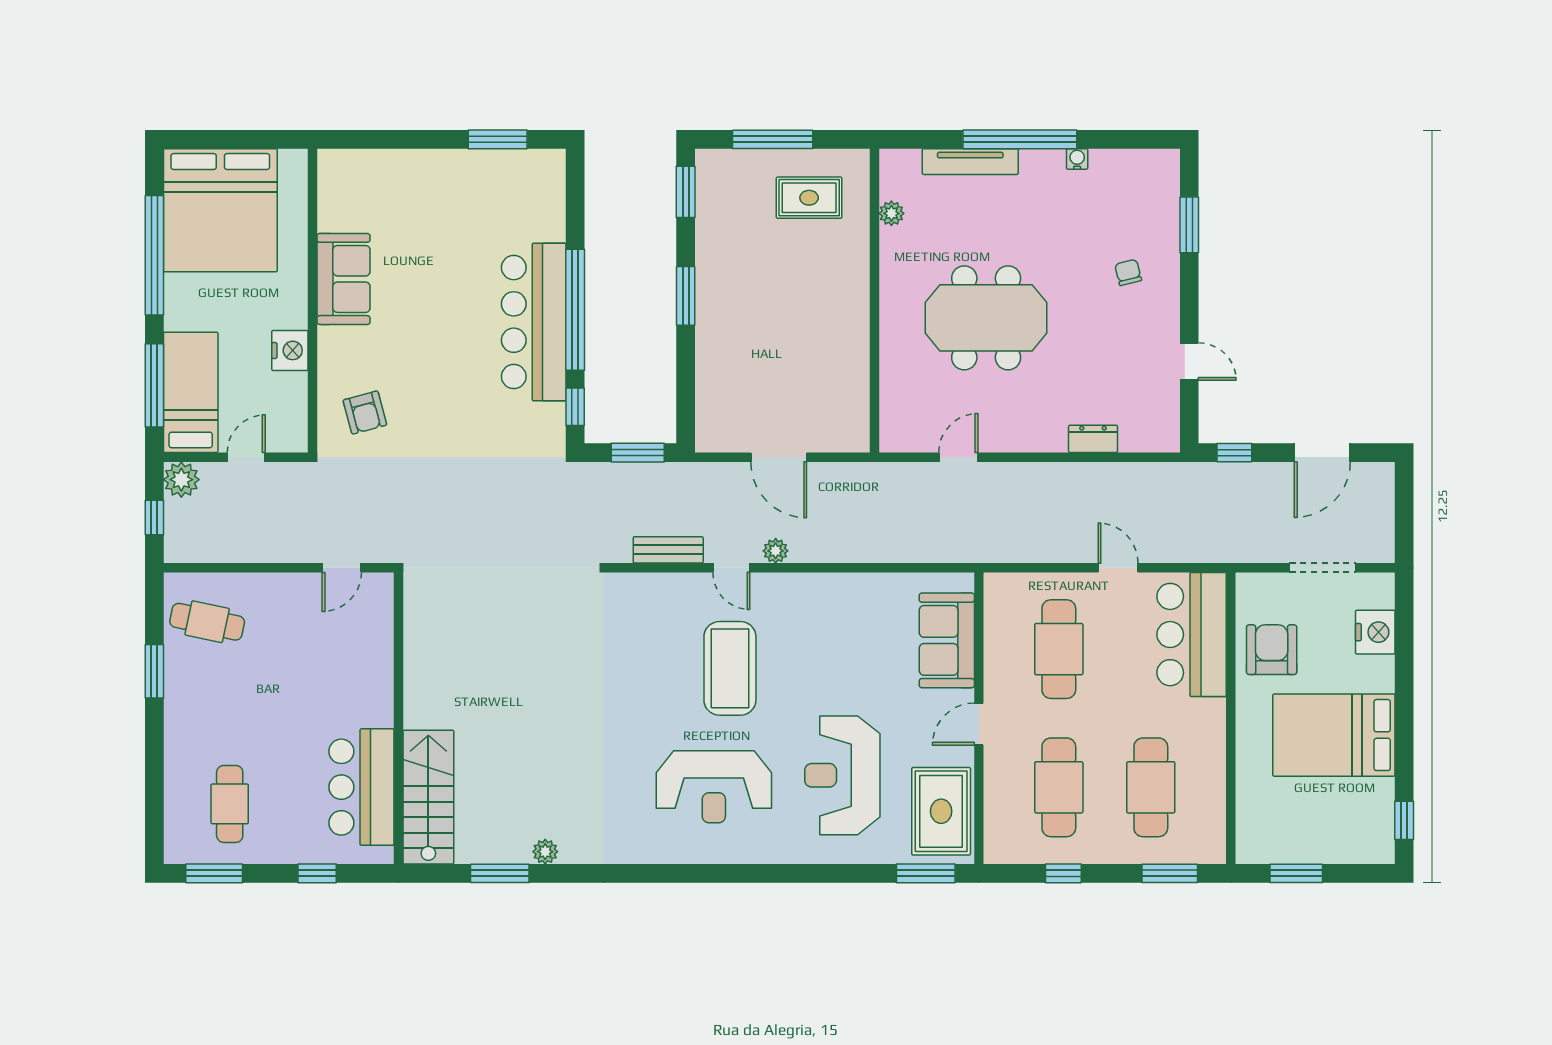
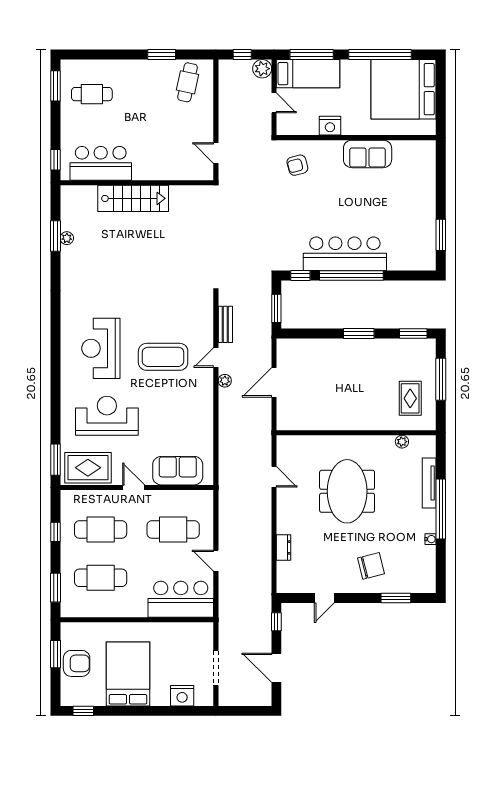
chair: (1128, 272) -> (371, 566), width x1.87, depth x1.87
door: (1118, 568) -> (216, 561), swing flipped
armchair: (1272, 650) -> (77, 663), moved
stairs: (428, 797) -> (133, 198), moved
plant: (545, 852) -> (67, 238), moved
window: (317, 873) -> (55, 160), moved

